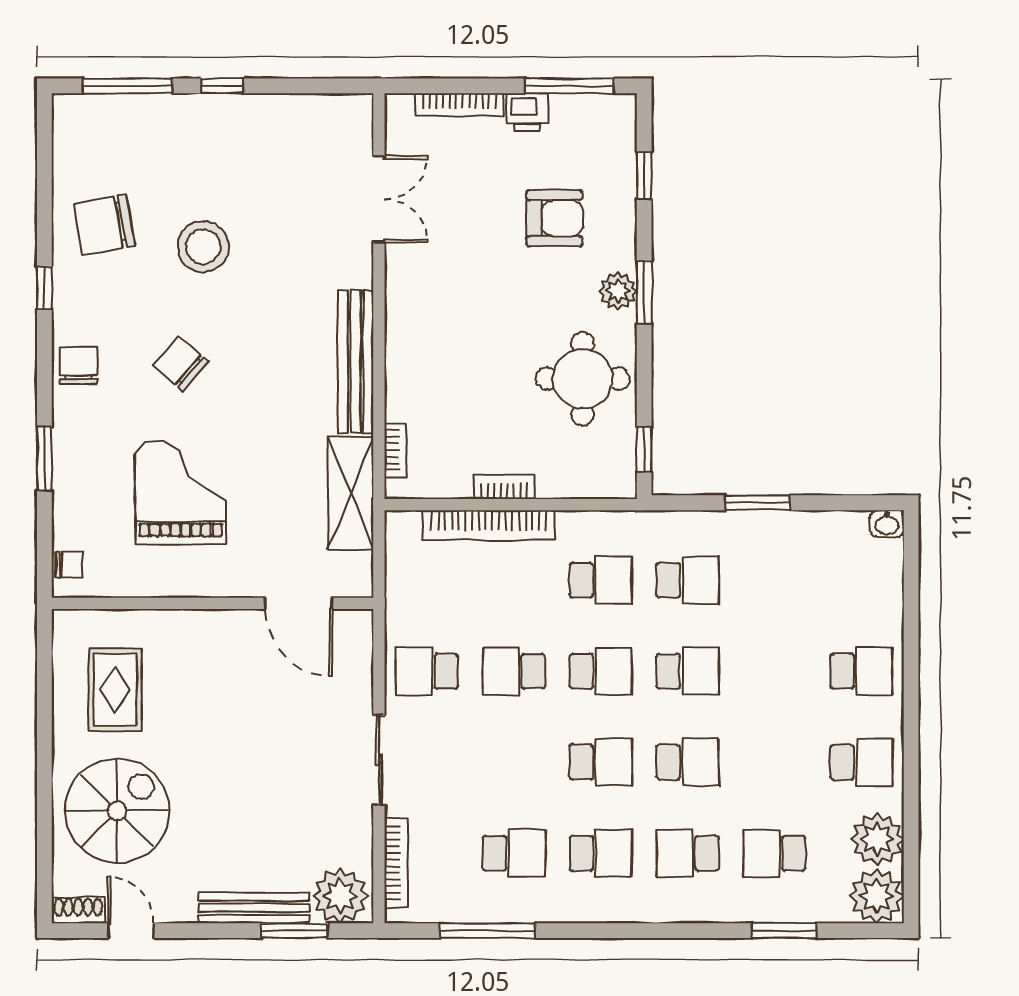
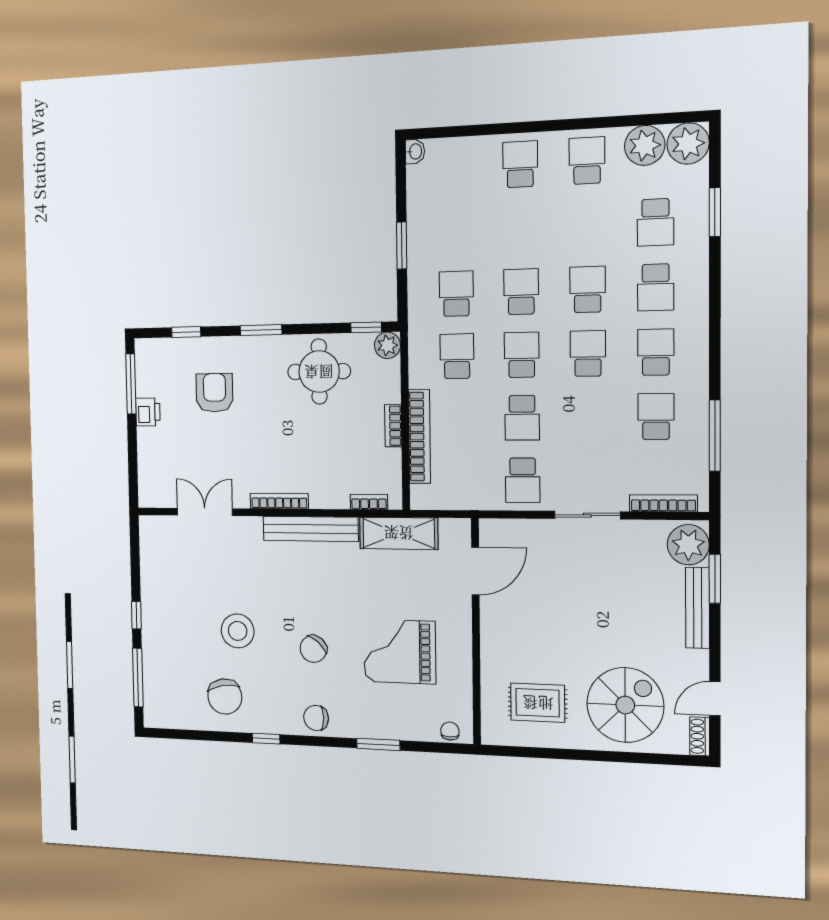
bookcase: (459, 104) -> (279, 501), moved, turned -90
plant: (618, 291) -> (387, 345), moved
spiral stairs: (117, 811) -> (625, 705), turned 90

